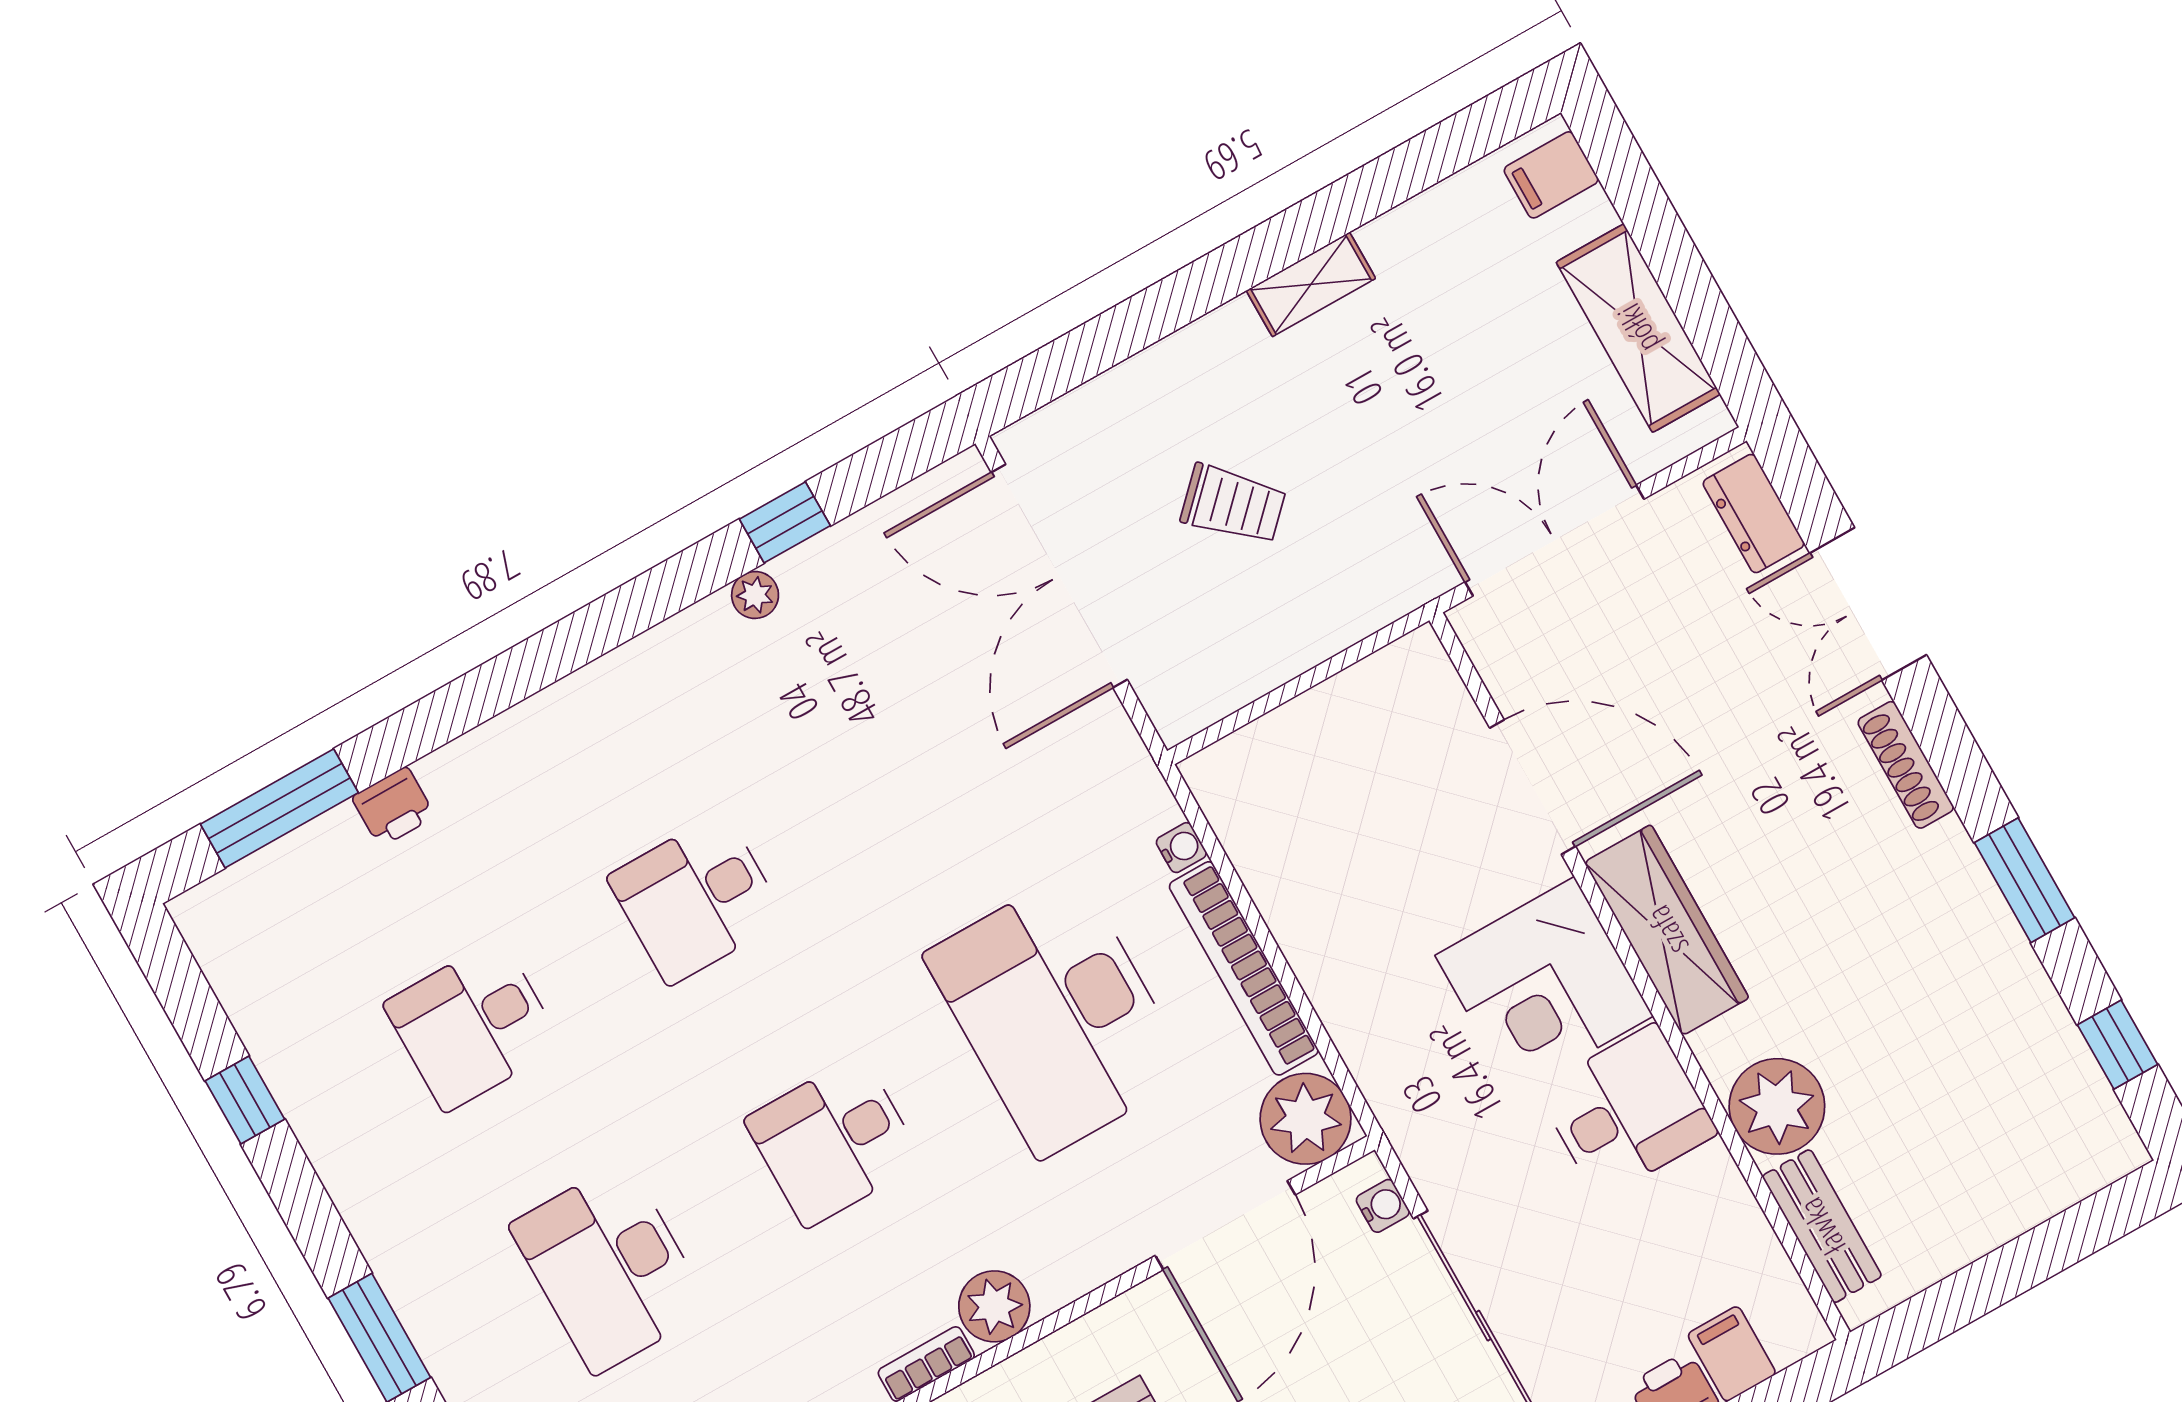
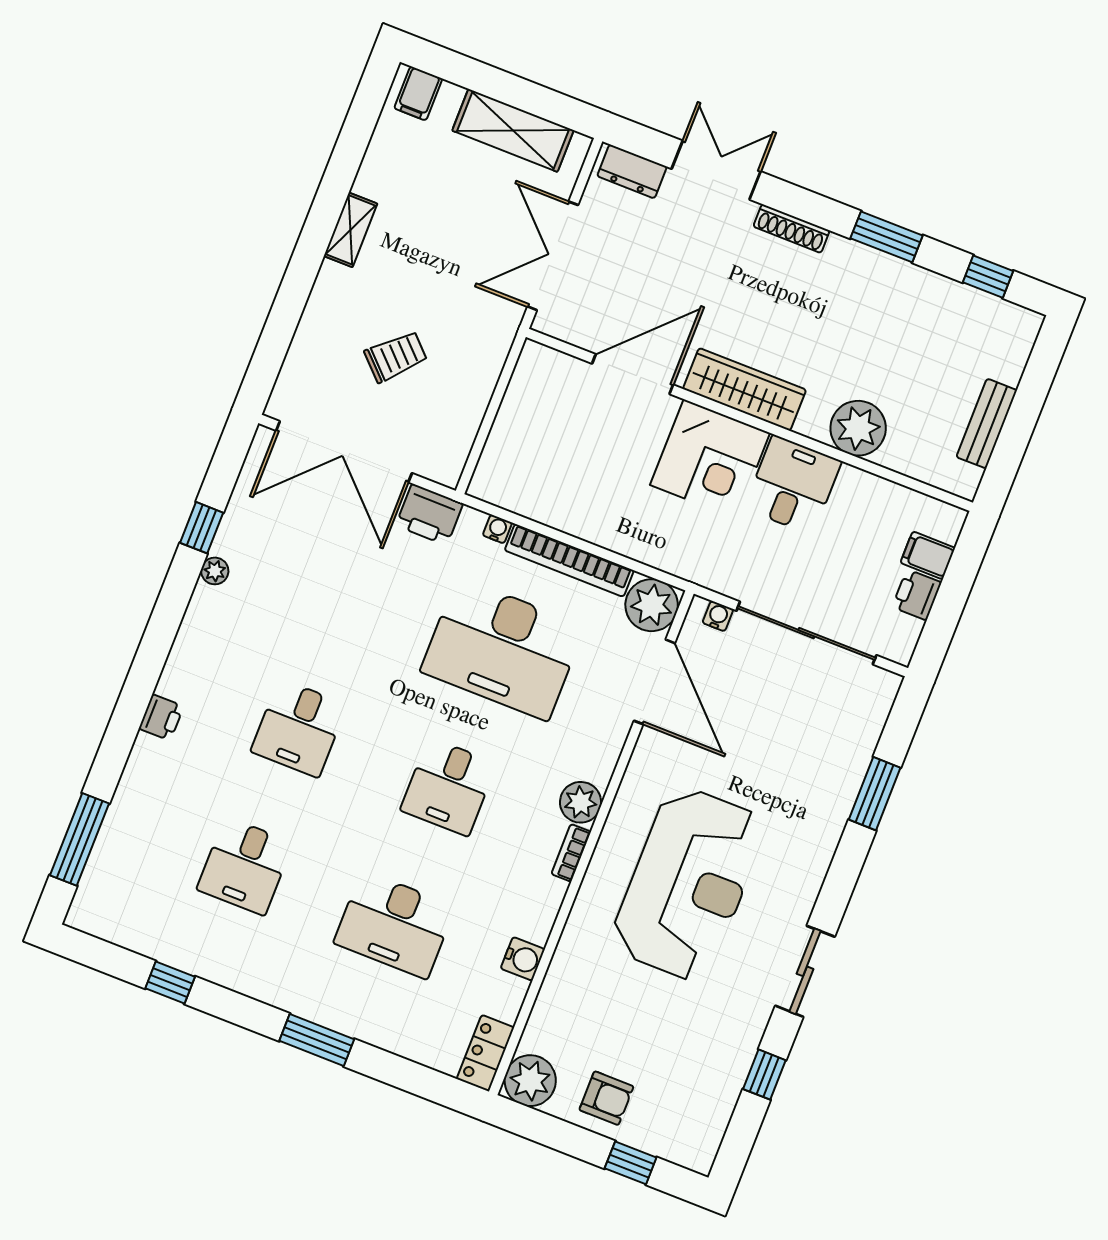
double door: (1868, 604) -> (716, 170), swing flipped
printer: (1106, 754) -> (429, 514), added
printer: (393, 807) -> (161, 717), moved
bench: (1822, 1226) -> (987, 424), moved, turned 90

